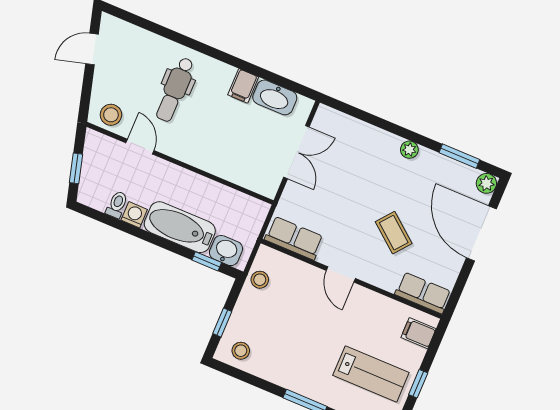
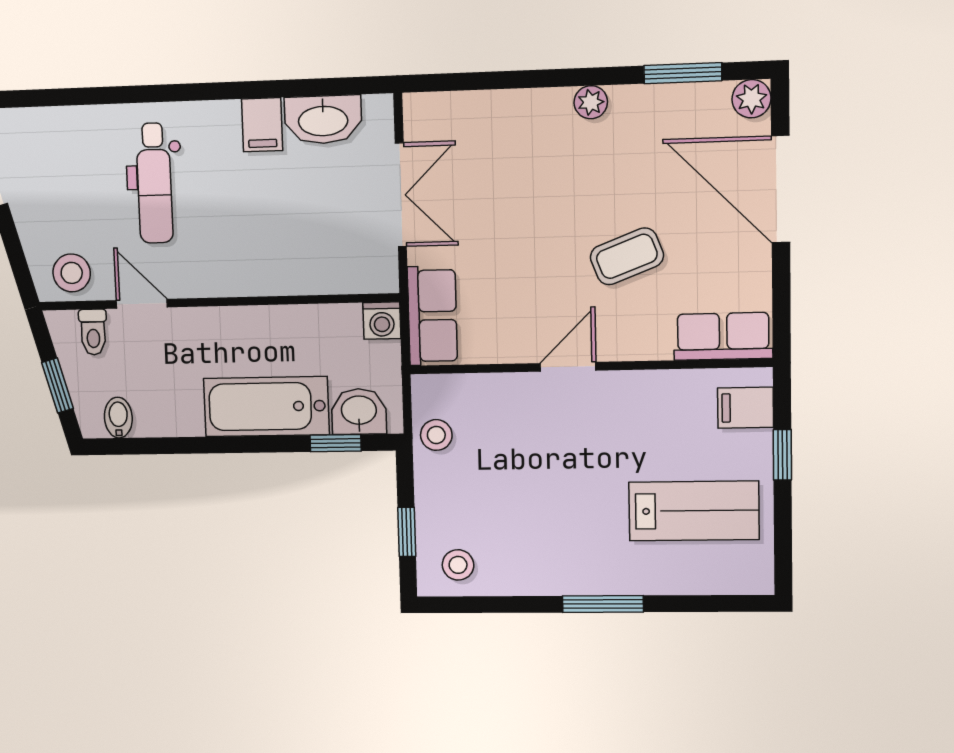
bidet: (100, 199) -> (118, 418), added
toilet: (117, 205) -> (93, 332), moved, turned 180
washing machine: (134, 215) -> (382, 321), moved, turned 180
coffee table: (394, 233) -> (627, 256), turned -60
row of seats: (294, 238) -> (432, 316), moved, turned 90
door: (341, 274) -> (568, 367), swing flipped
window: (418, 384) -> (782, 455), moved

